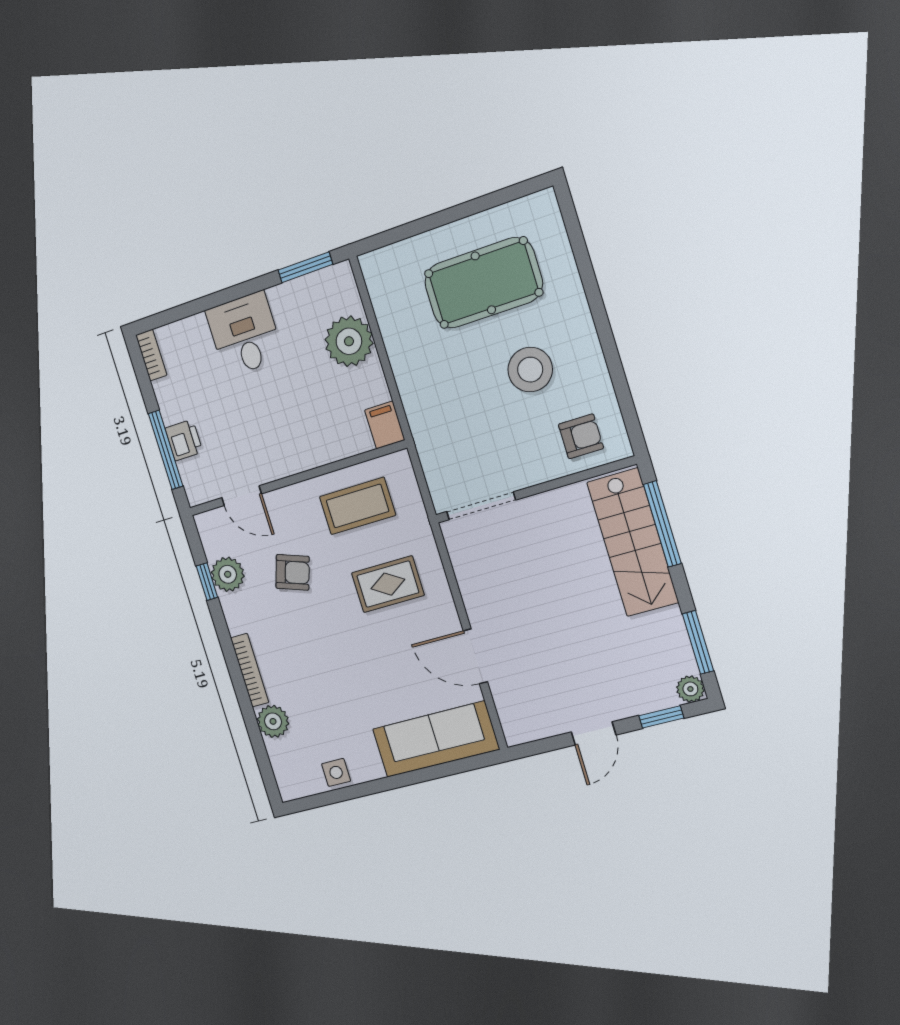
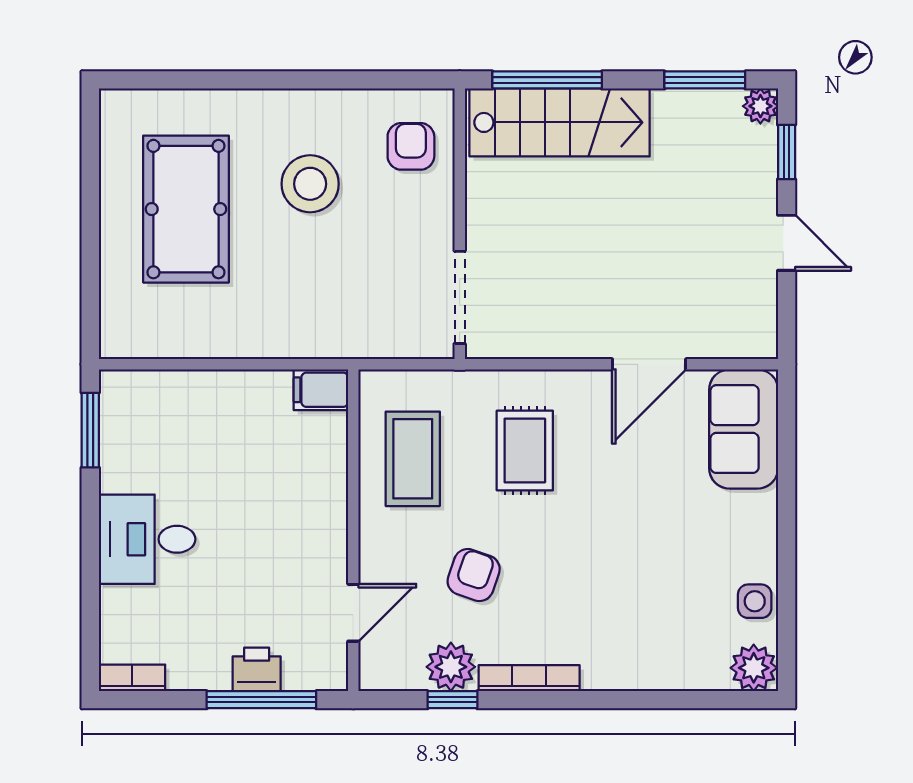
plant: (349, 341) -> (201, 403), removed
bookcase: (250, 670) -> (529, 678), moved
plant: (273, 721) -> (754, 668), moved
sofa: (436, 739) -> (744, 429), width x0.73

